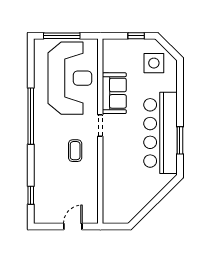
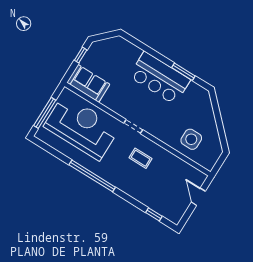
side table: (154, 63) -> (191, 139), moved
sofa: (114, 93) -> (88, 83), moved
bar counter: (160, 133) -> (160, 78), width x0.73

